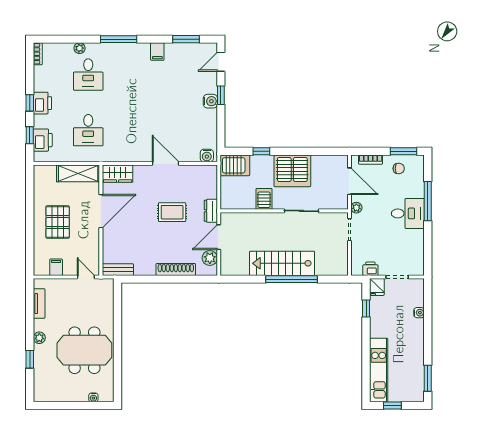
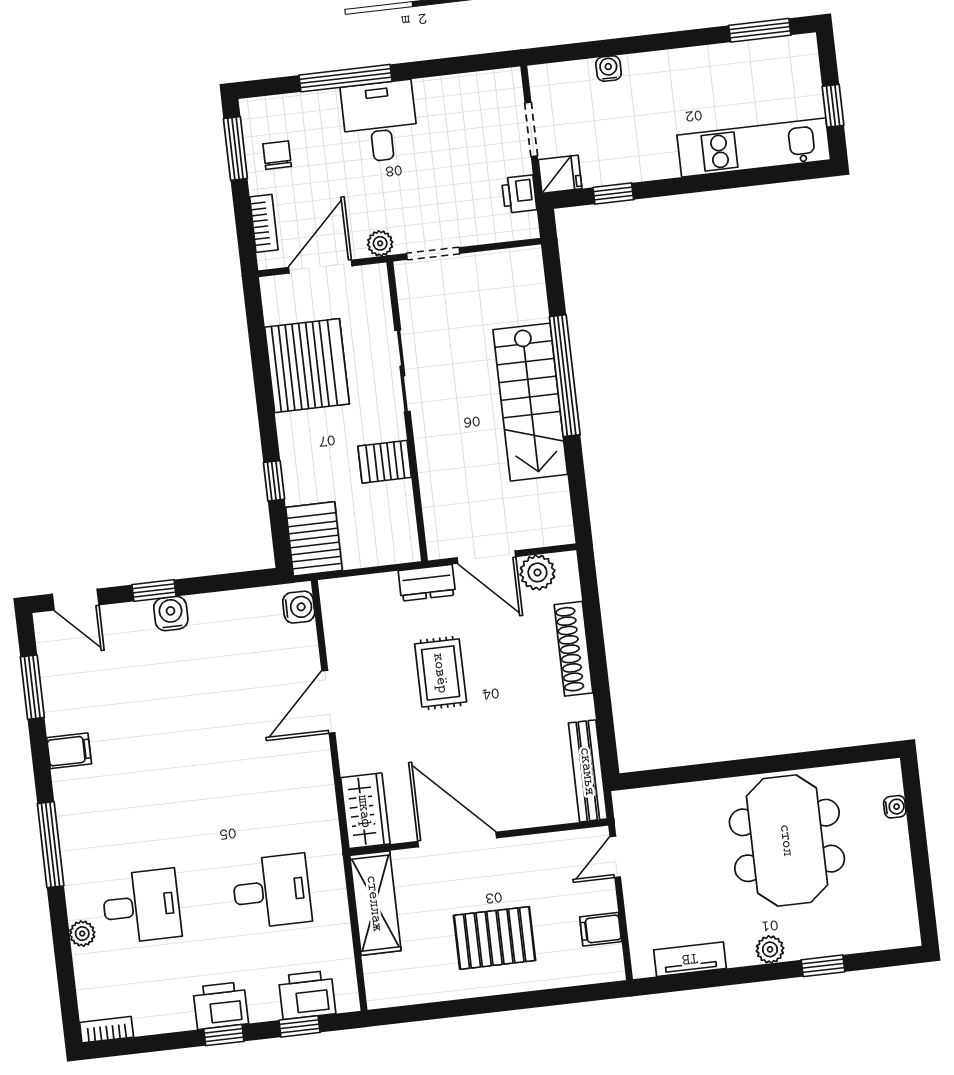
server rack: (292, 171) -> (307, 366), moved
bench: (118, 270) -> (588, 771), width x1.36

